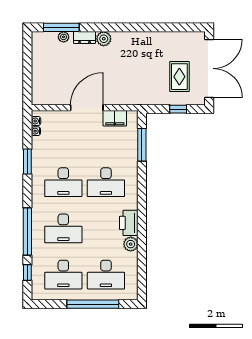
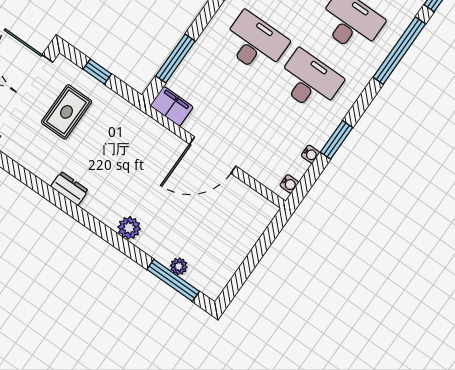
dresser: (85, 37) -> (69, 188), moved
filing cabinet: (115, 118) -> (172, 106), moved
water cooler: (36, 131) -> (310, 154), moved

